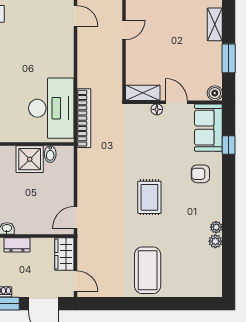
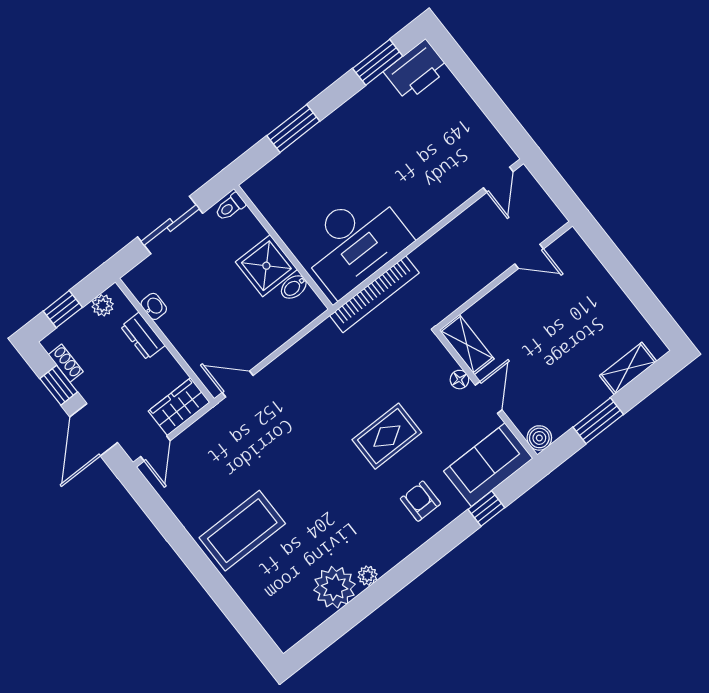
rug: (149, 197) -> (387, 436), moved
plant: (215, 241) -> (335, 587), width x1.87, depth x1.87

